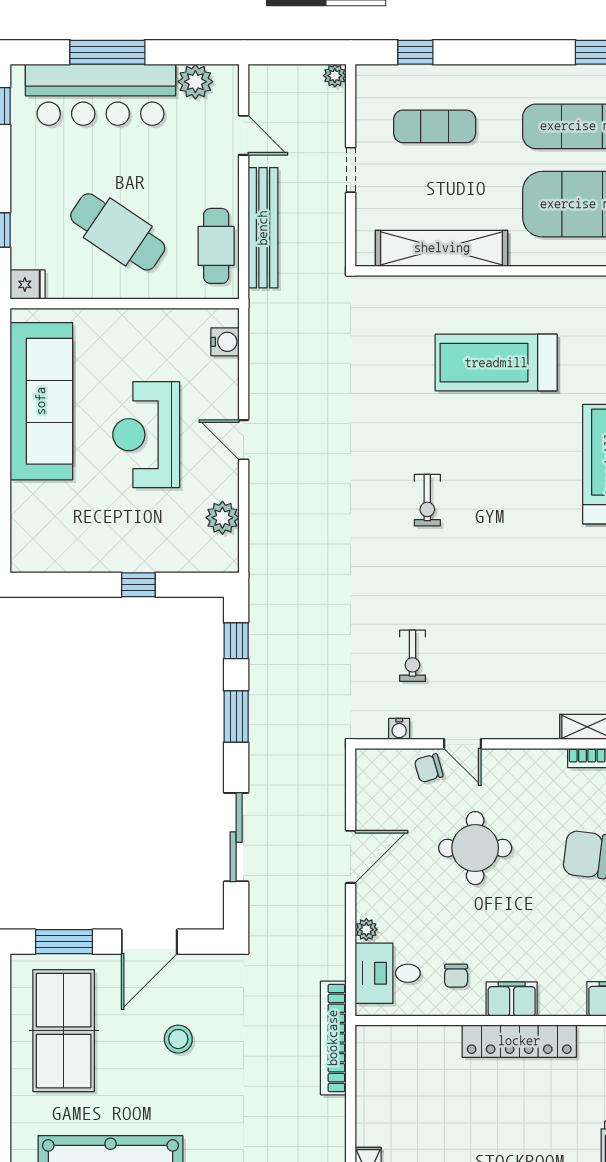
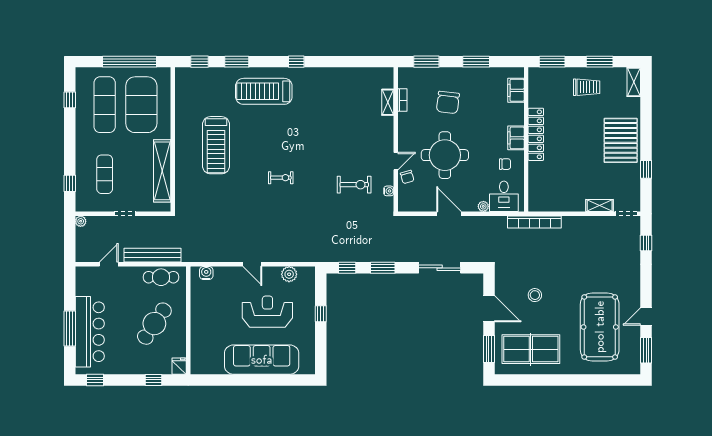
plant: (195, 82) -> (84, 287), removed
sofa: (41, 401) -> (262, 360), moved
reception desk: (146, 435) -> (267, 312), moved, turned 180
door: (244, 440) -> (252, 264), hinge flipped
exercise bike: (412, 656) -> (354, 185), width x1.38, depth x1.39
round table: (475, 848) -> (445, 155), width x1.36, depth x1.36

